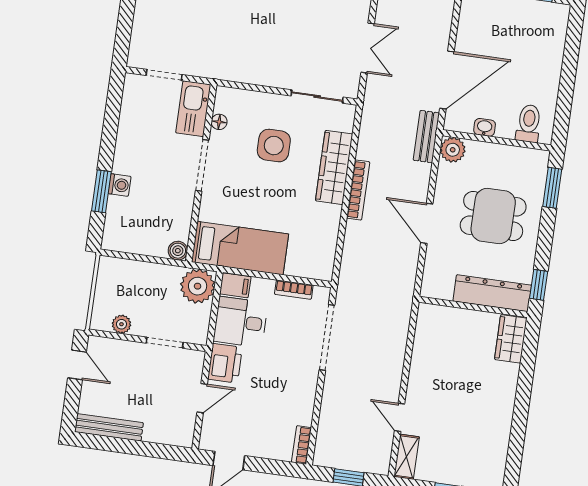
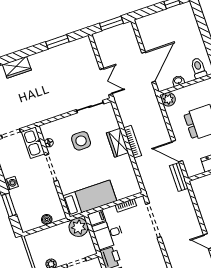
double door: (368, 48) -> (106, 82), moved
bench: (426, 137) -> (179, 177), moved
wardrobe: (334, 167) -> (117, 143), width x0.67
washing machine: (119, 185) -> (11, 183), moved
door: (427, 223) -> (177, 151), moved
boiler: (178, 251) -> (47, 220), moved

